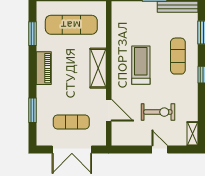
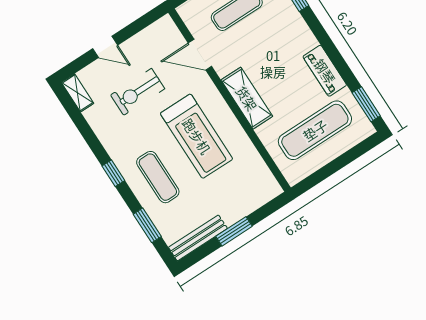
window: (33, 34) -> (366, 104), moved
treadmill: (141, 65) -> (197, 136), width x1.37, depth x1.38
piano: (44, 68) -> (325, 71), moved

